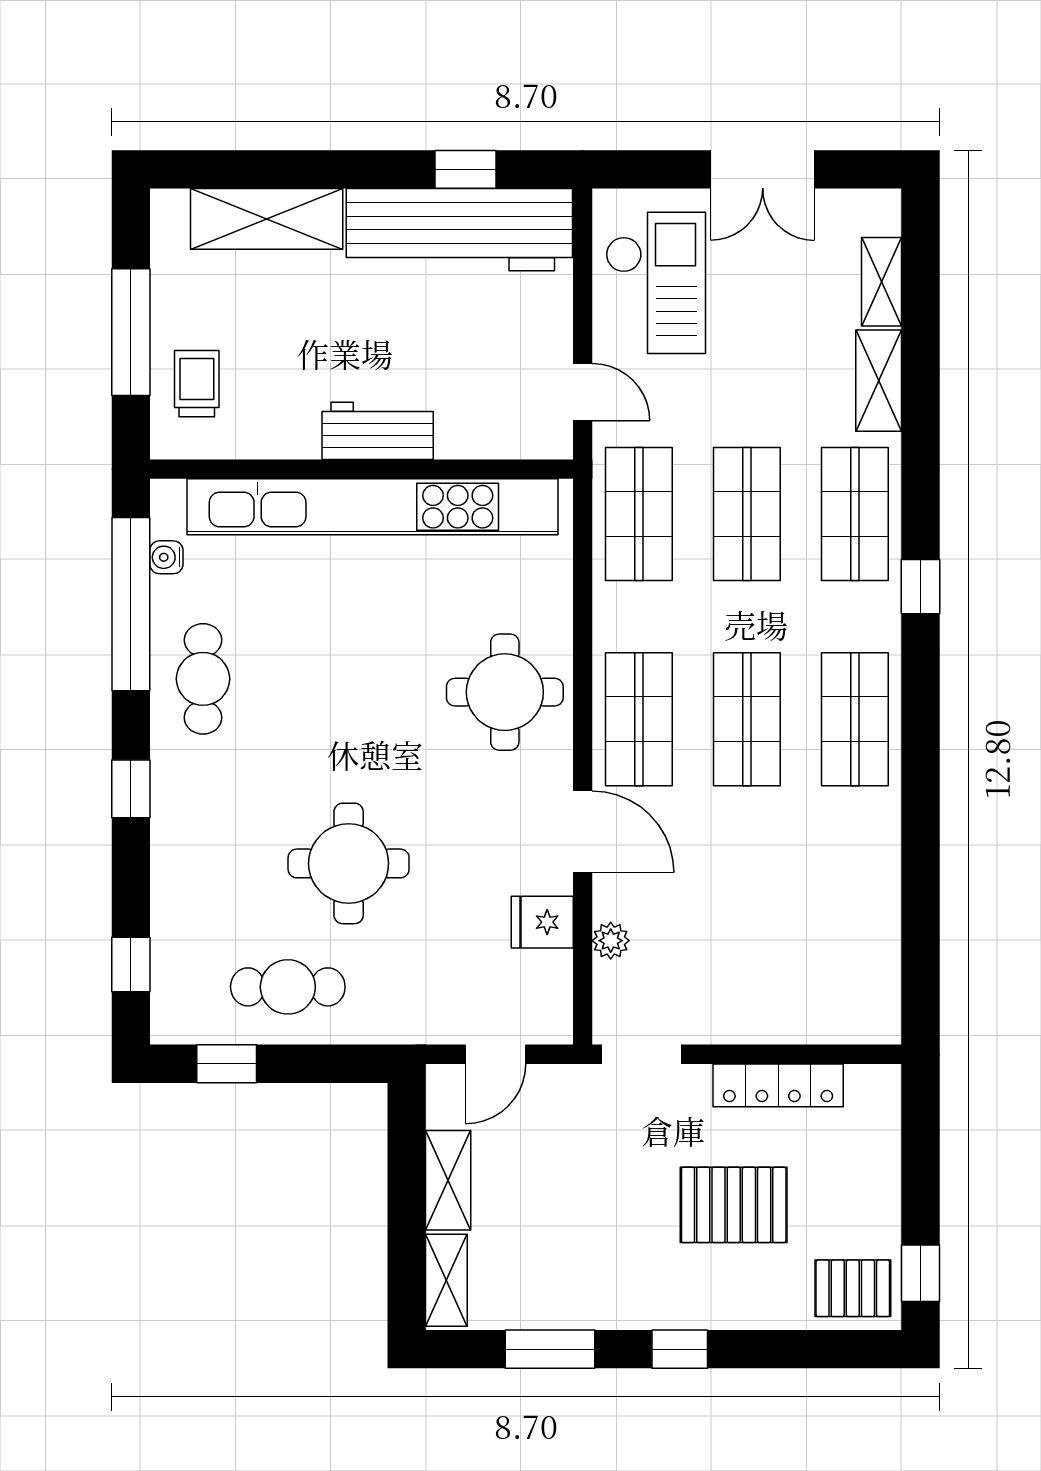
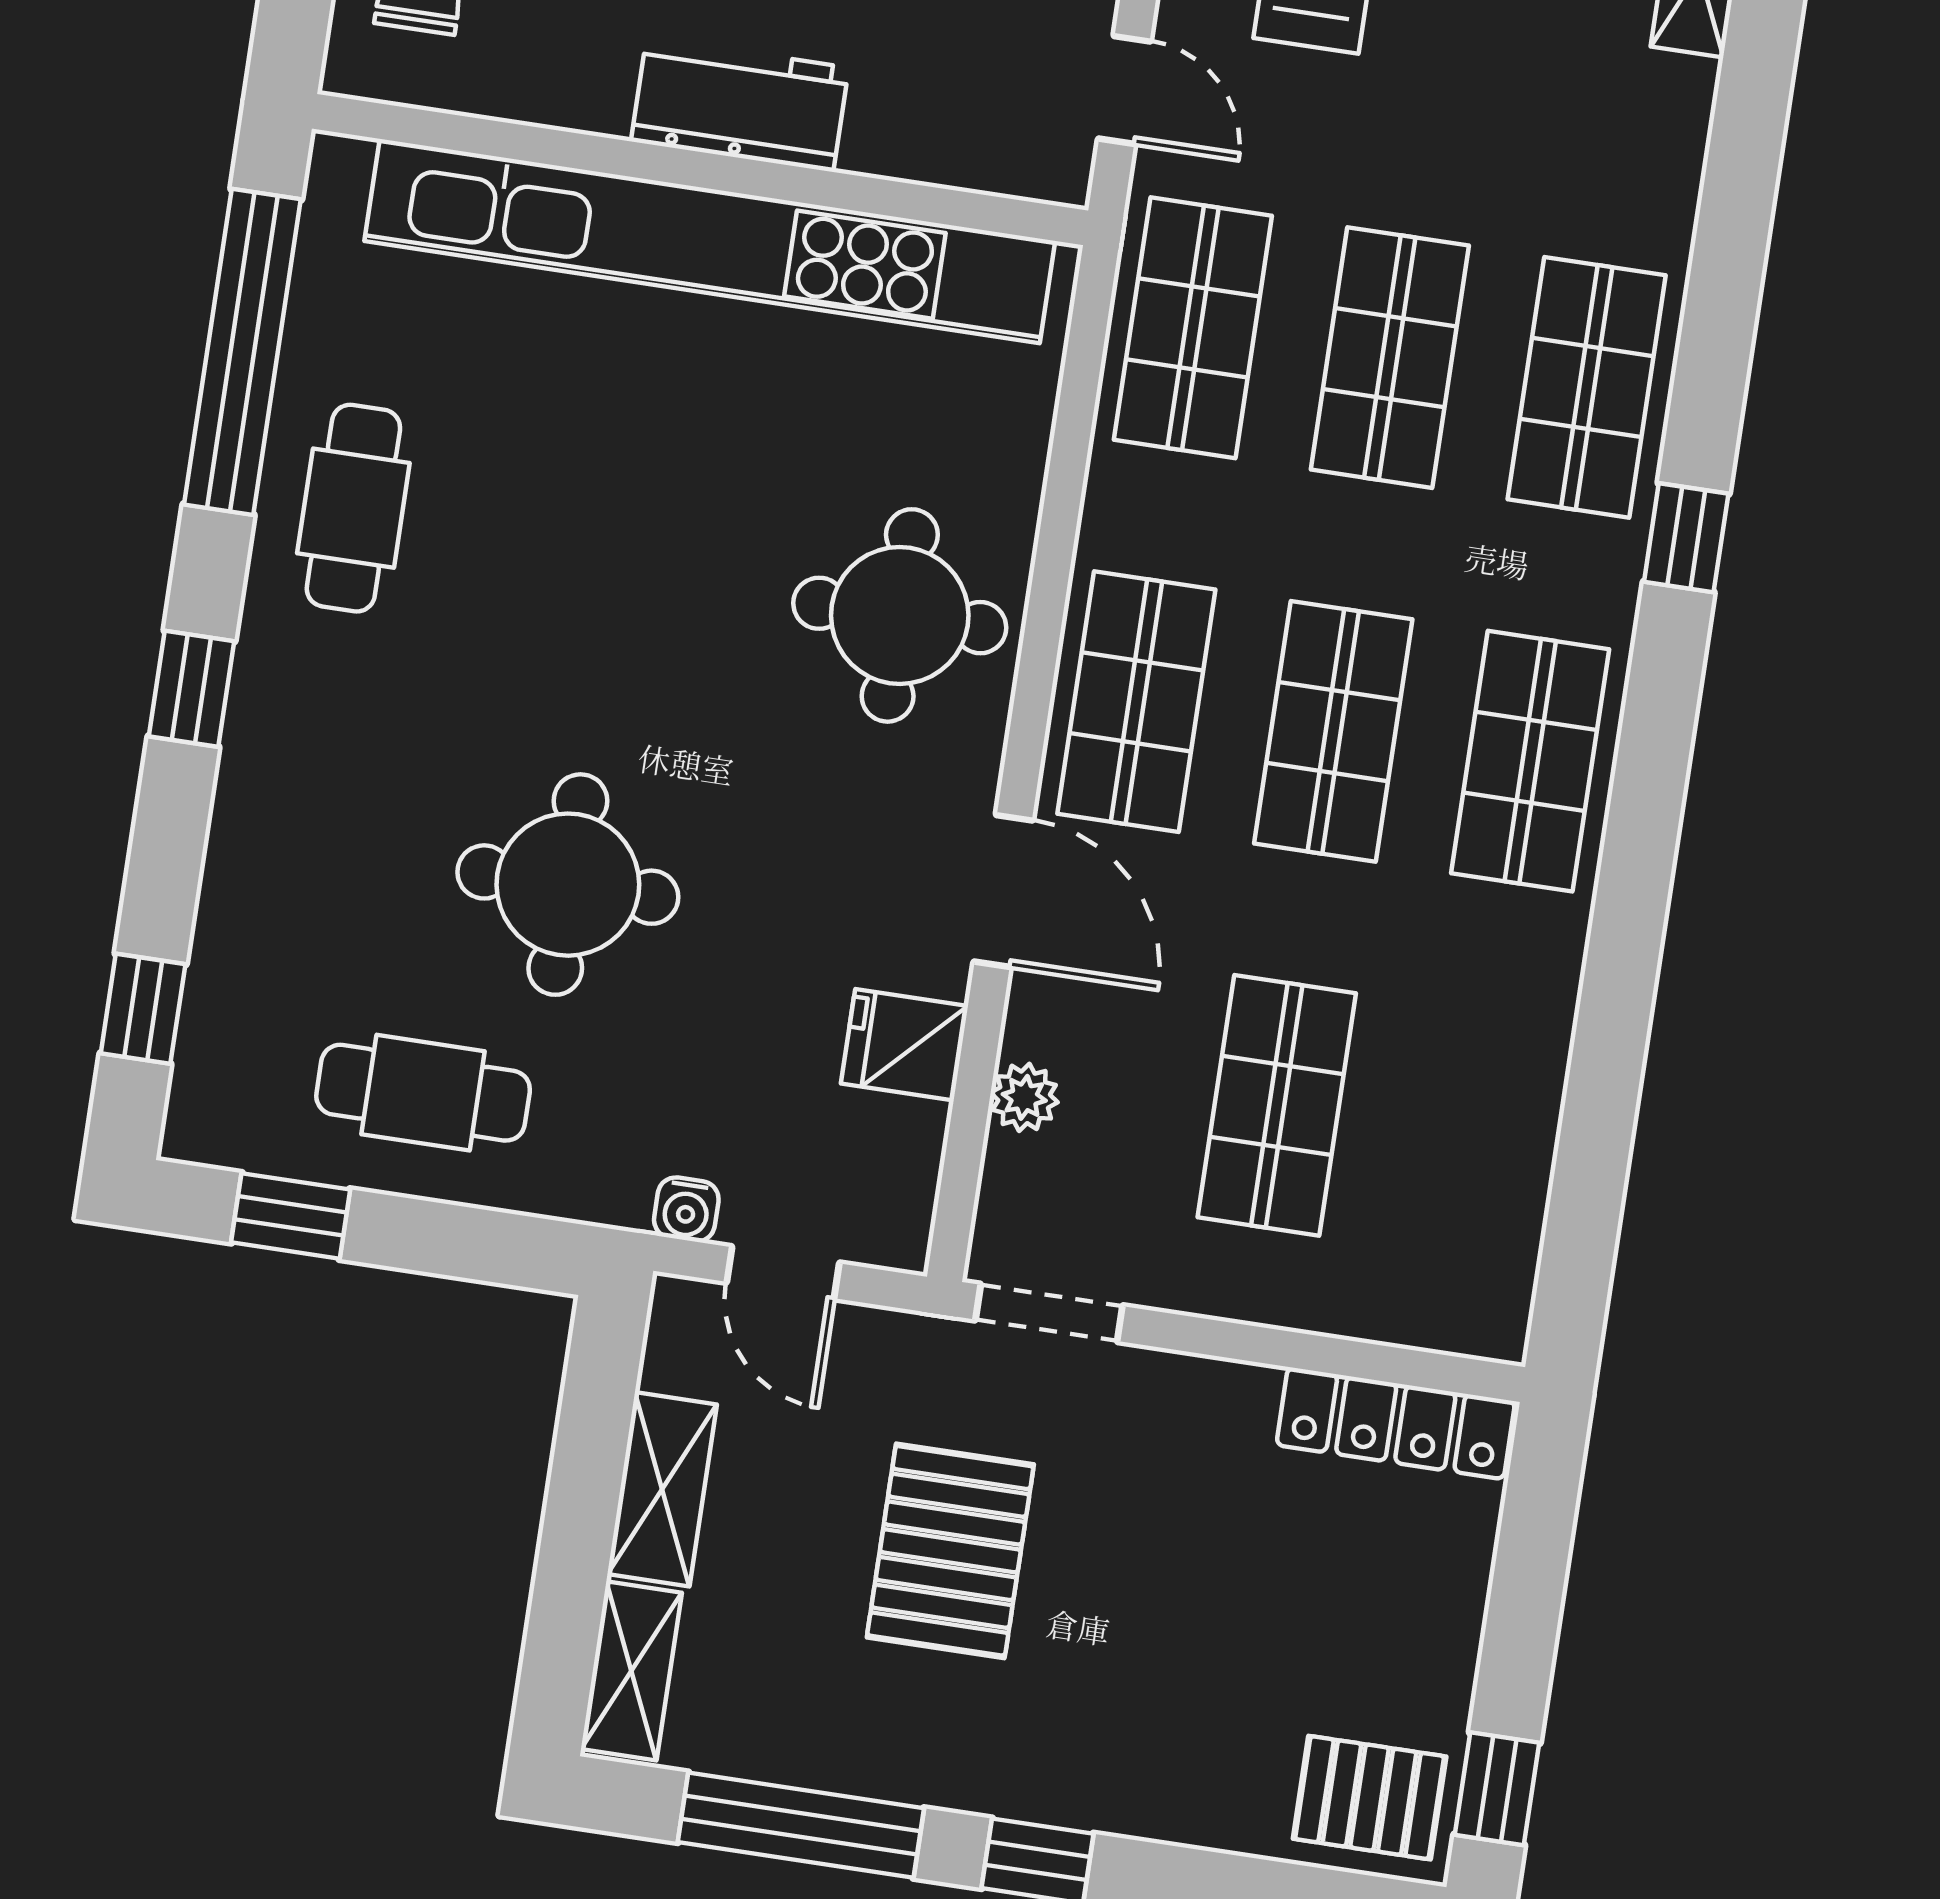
shelving: (879, 381) -> (1667, 151), removed
water cooler: (166, 557) -> (686, 1209), moved, turned -90
shop shelf: (747, 924) -> (1277, 1105), added
door: (496, 1054) -> (783, 1273), hinge flipped
locker: (778, 1085) -> (1396, 1423), moved
pallet: (734, 1205) -> (950, 1551), moved, turned 90
window: (550, 1349) -> (801, 1825), width x1.44

